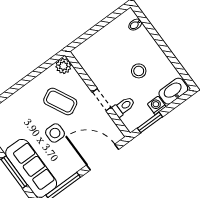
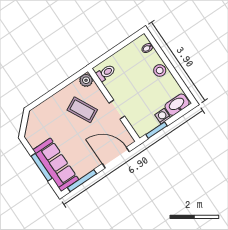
stool: (139, 71) -> (160, 70), moved
toilet: (124, 106) -> (106, 73), moved
side table: (55, 133) -> (77, 136), removed

